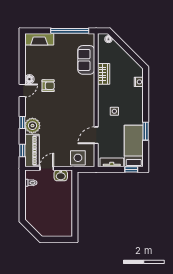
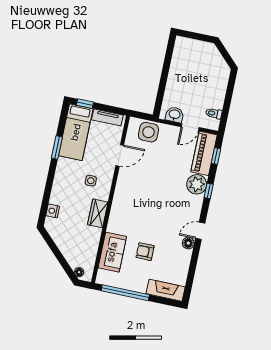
wardrobe: (104, 74) -> (98, 213), moved
armchair: (48, 86) -> (145, 252), moved

